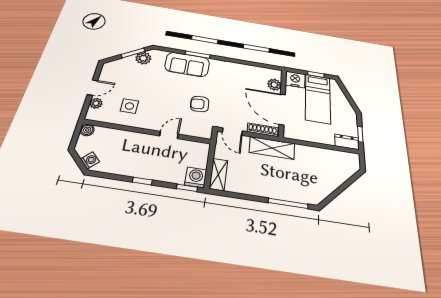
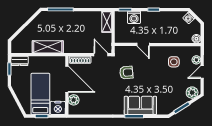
plant: (143, 58) -> (192, 93), moved
door: (169, 135) -> (143, 44), hinge flipped
shelving: (272, 148) -> (48, 47), moved
washing machine: (196, 177) -> (134, 17), moved

